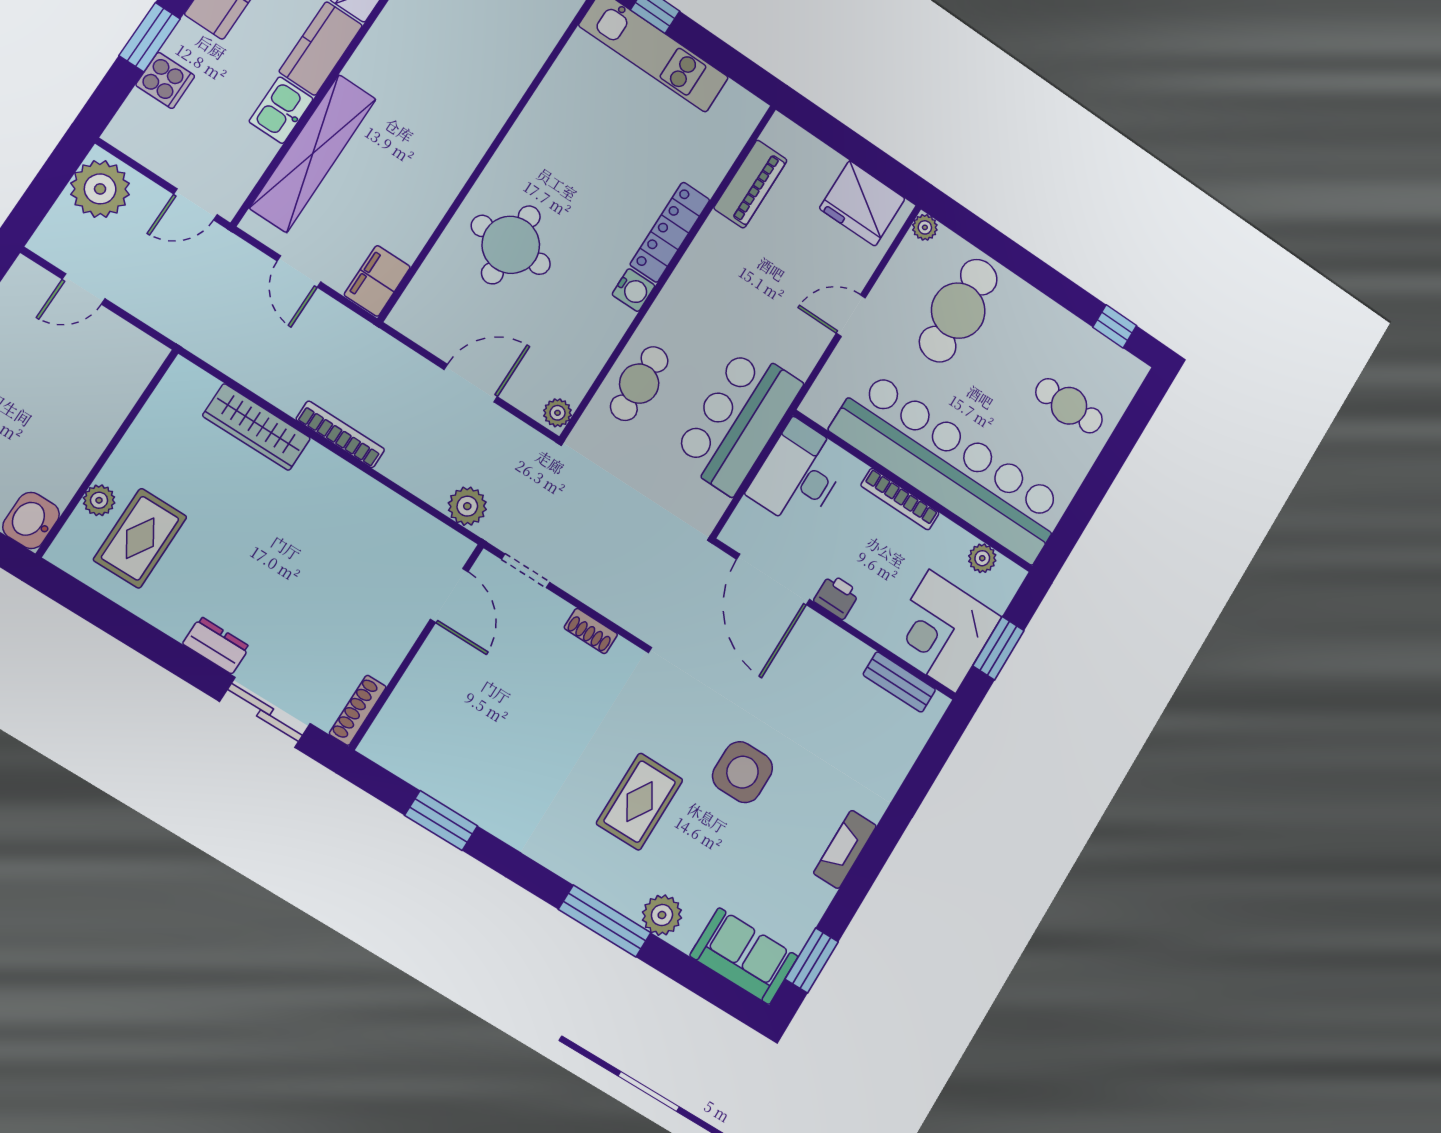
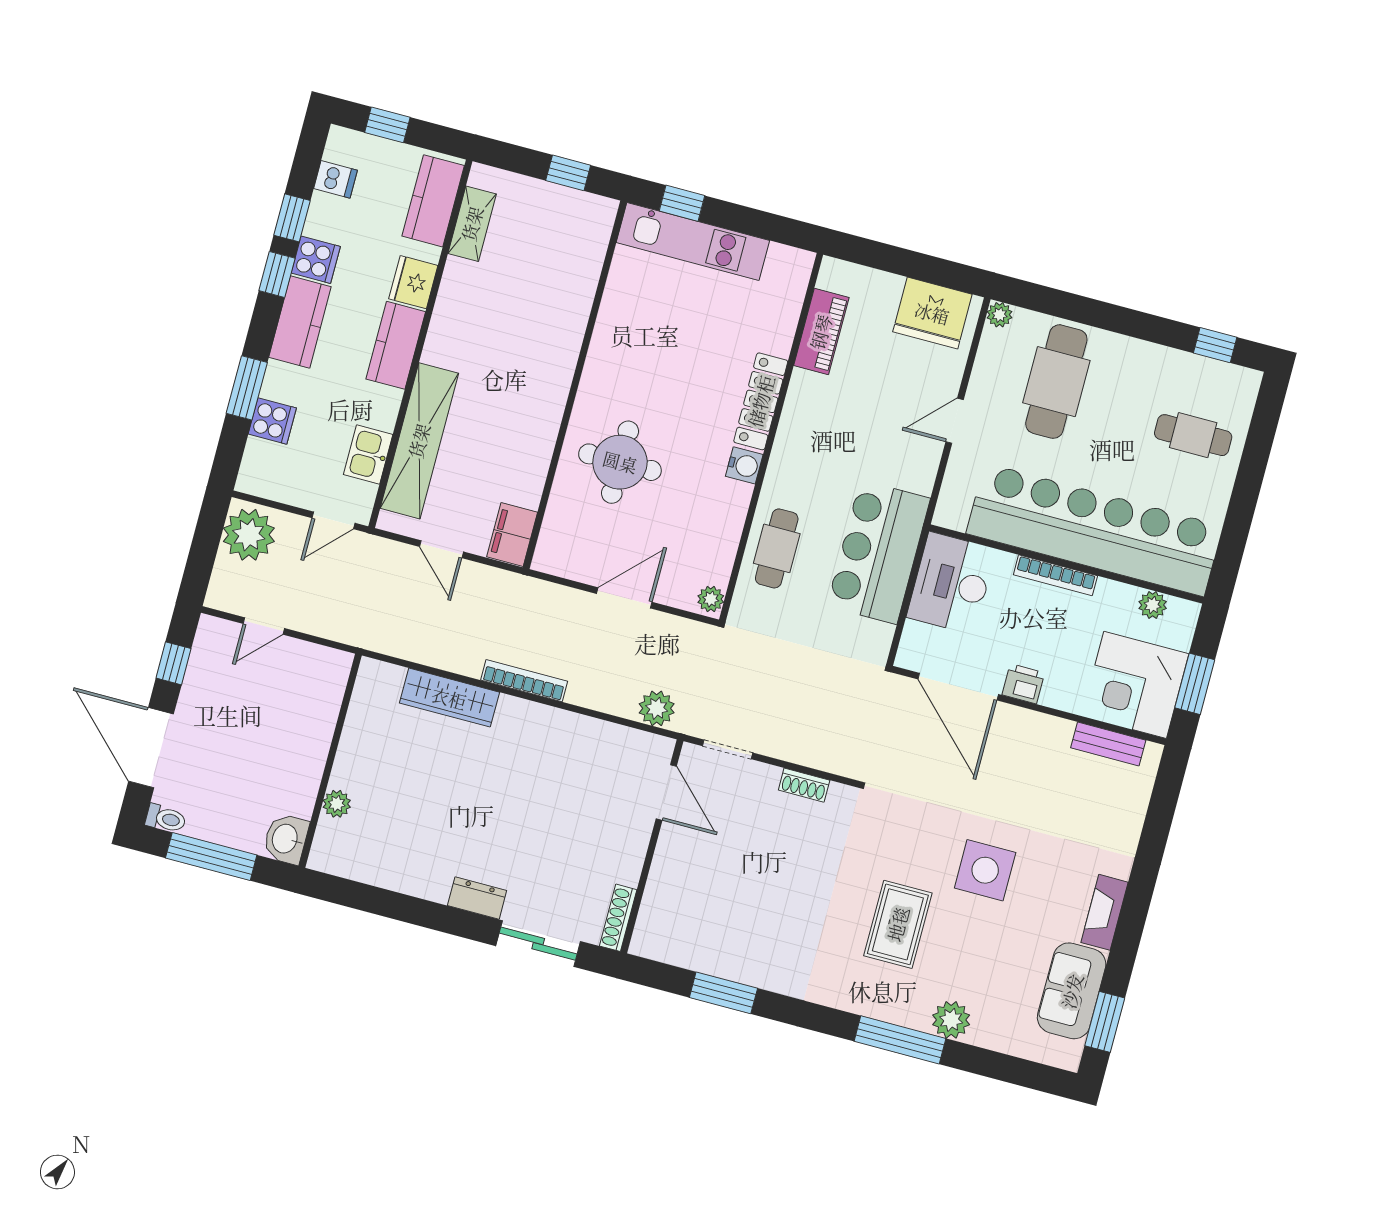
kitchen sink: (281, 110) -> (368, 454), moved
rug: (140, 538) -> (382, 826), removed
sofa: (744, 956) -> (1072, 991), moved, turned -90

